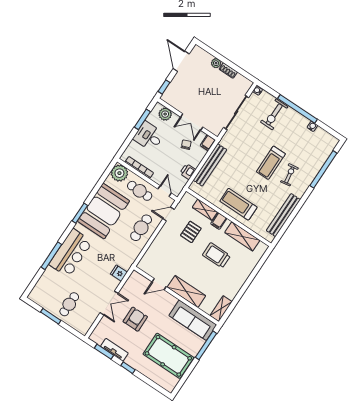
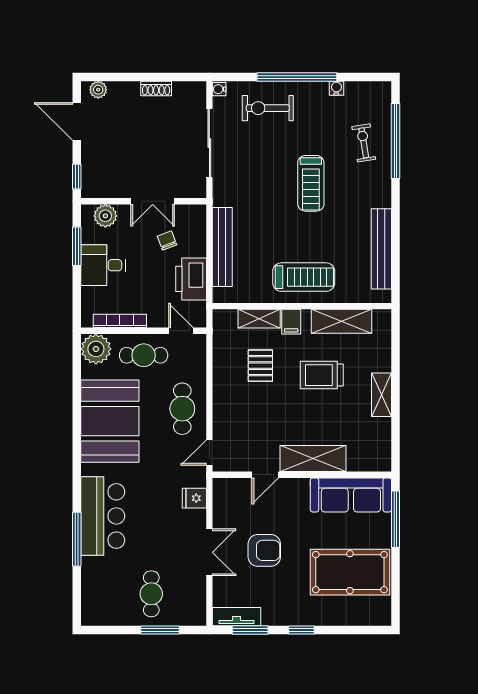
plant: (216, 63) -> (98, 90), moved
exercise bike: (274, 114) -> (268, 108), turned 90
filing cabinet: (208, 143) -> (197, 216), removed
printer: (188, 172) -> (191, 279), width x1.87, depth x1.48
exercise bike: (289, 175) -> (364, 143), moved
treadmill: (238, 204) -> (304, 277), turned 180
window: (80, 213) -> (77, 448), removed
door: (168, 214) -> (209, 452), moved
shelving: (221, 309) -> (381, 395), moved
window: (51, 316) -> (160, 630), moved
armchair: (135, 319) -> (264, 550), turned 90
tv unit: (114, 350) -> (237, 617), moved

